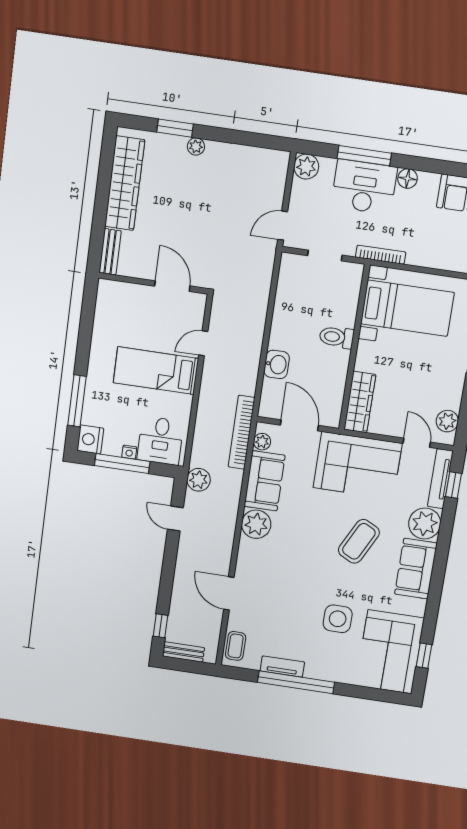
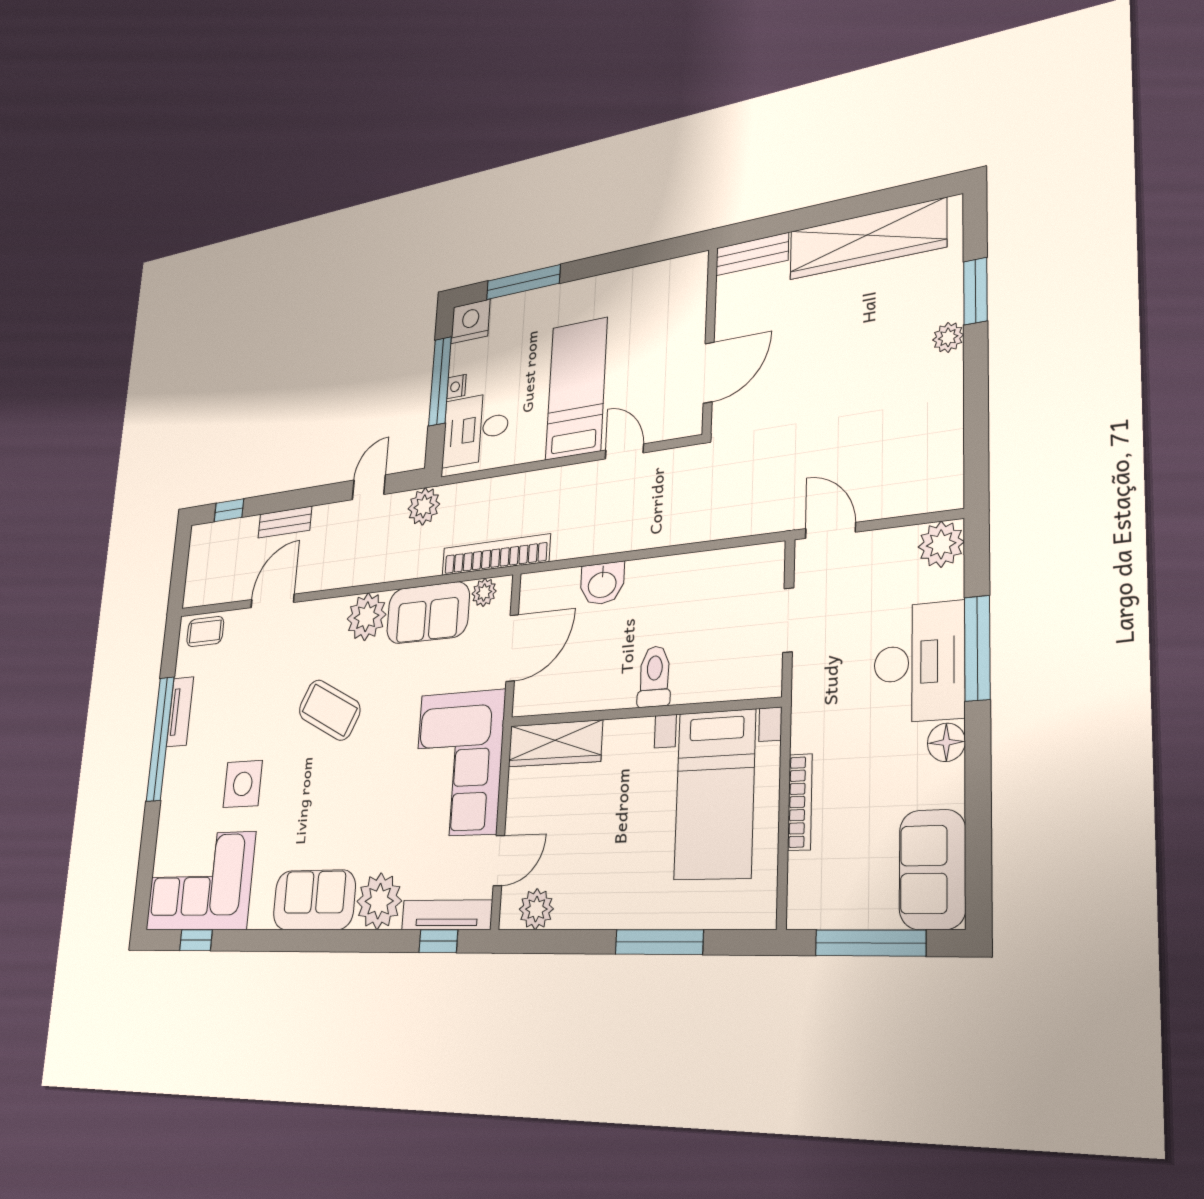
bookcase: (381, 255) -> (800, 802), moved
coffee table: (359, 541) -> (330, 710), moved
bench: (183, 652) -> (285, 522), moved, turned 90

